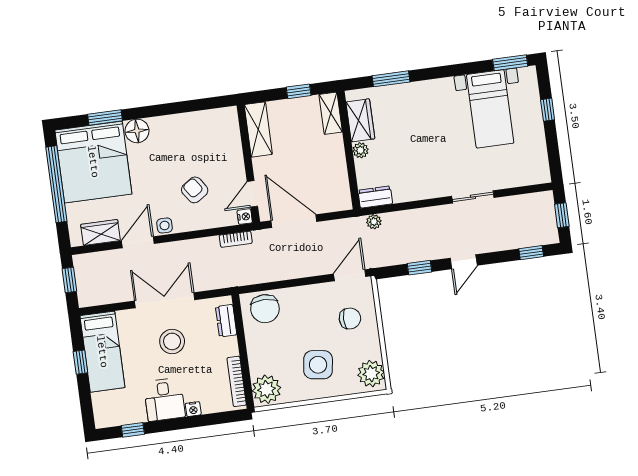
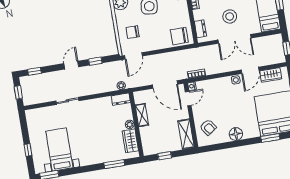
shelving: (331, 113) -> (142, 115), moved
floor lamp: (137, 131) -> (236, 134), moved
armchair: (195, 190) -> (208, 127), moved
chair: (265, 309) -> (179, 36), turned -90

